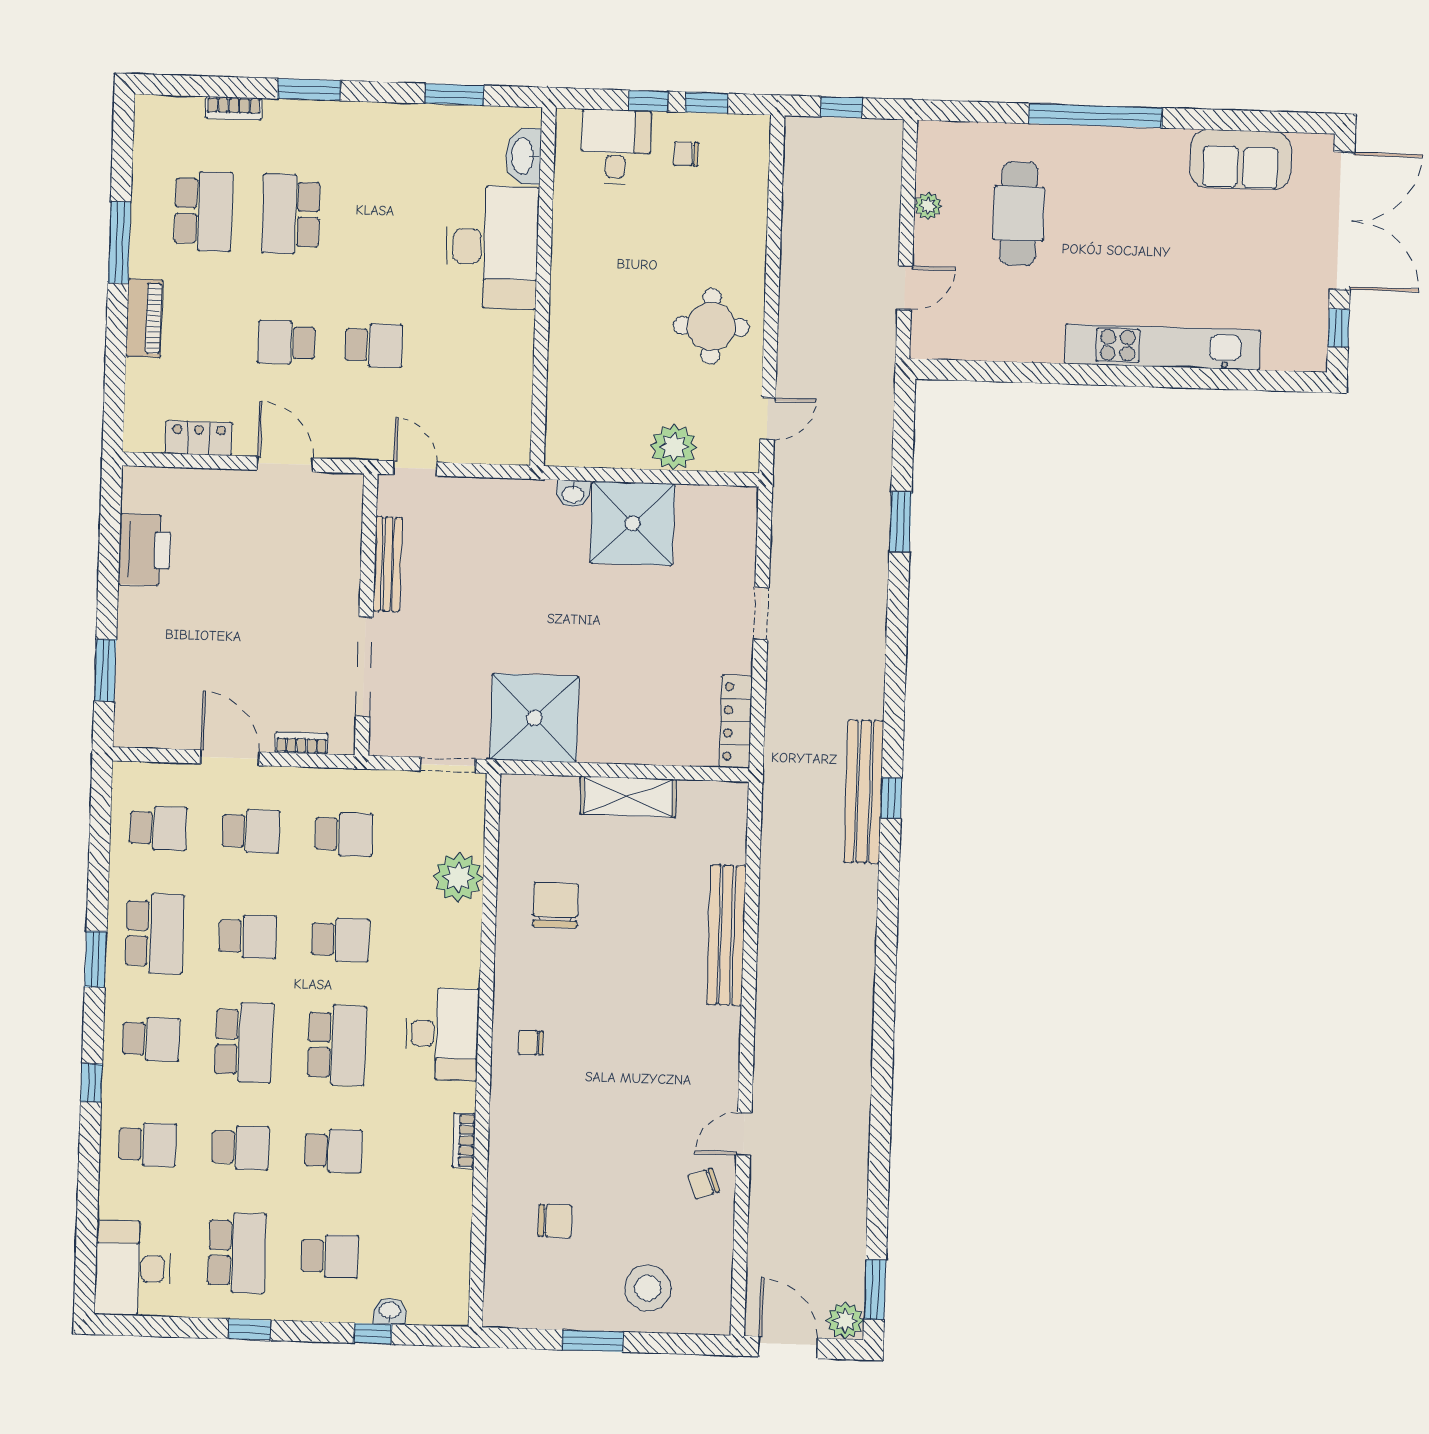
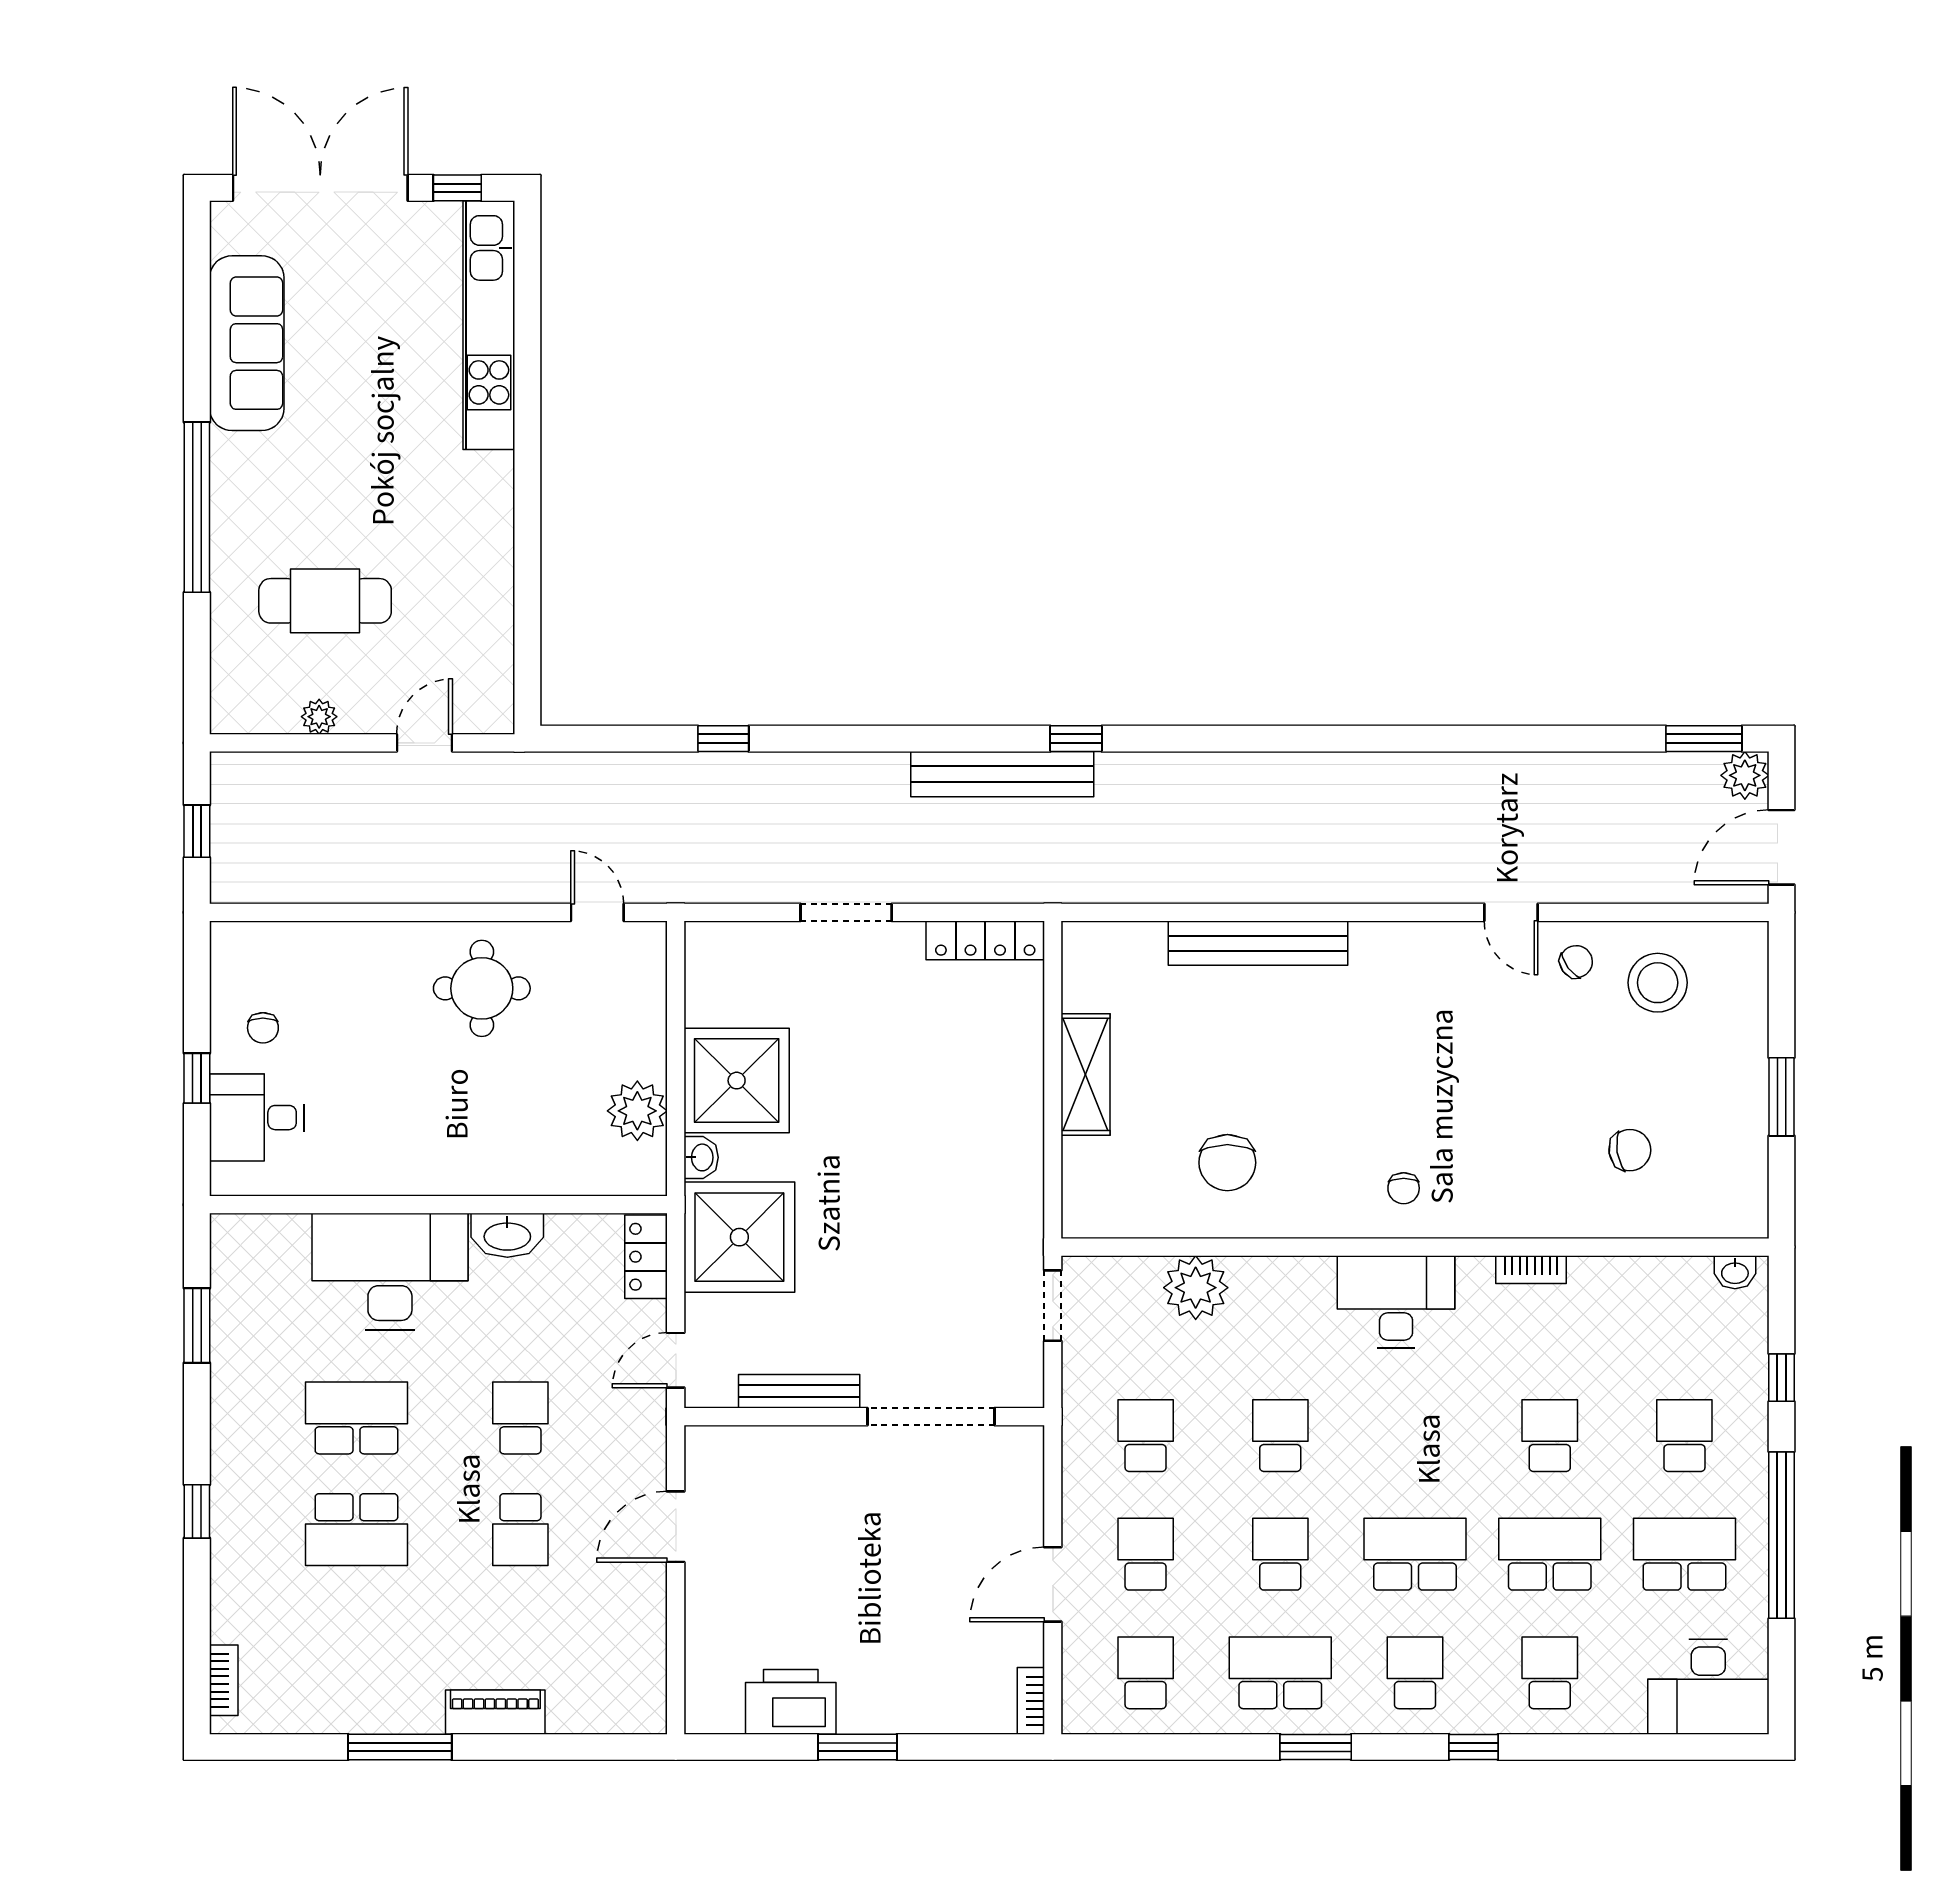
window: (309, 90) -> (197, 1511), width x0.67
window: (707, 103) -> (197, 1004), removed
bookcase: (234, 108) -> (224, 1680), moved
washbasin: (523, 156) -> (507, 1235), moved
sofa: (1241, 160) -> (247, 343), width x1.36
school desk: (204, 211) -> (356, 1418), moved
door: (905, 288) -> (424, 743), hinge flipped
kitchen unit: (1163, 347) -> (489, 325), moved
locker: (199, 438) -> (646, 1257), moved
plant: (674, 447) -> (637, 1111), moved
window: (900, 522) -> (723, 739), width x0.67
doorway: (761, 613) -> (846, 912), width x1.38
window: (105, 670) -> (857, 1747), moved
shower: (534, 718) -> (739, 1237), moved
bookcase: (302, 743) -> (1031, 1701), moved
bench: (864, 792) -> (1002, 774), moved
chair: (555, 905) -> (1227, 1163), turned -90
school desk: (337, 1045) -> (1415, 1436), removed
school desk: (241, 1148) -> (1550, 1554), width x1.85
chair: (704, 1184) -> (1576, 962), turned -107
chair: (555, 1221) -> (1630, 1150), turned 81
stool: (648, 1288) -> (1658, 983), moved
washbasin: (390, 1311) -> (1735, 1272), moved, turned -90
window: (249, 1330) -> (1782, 1535), width x3.17

